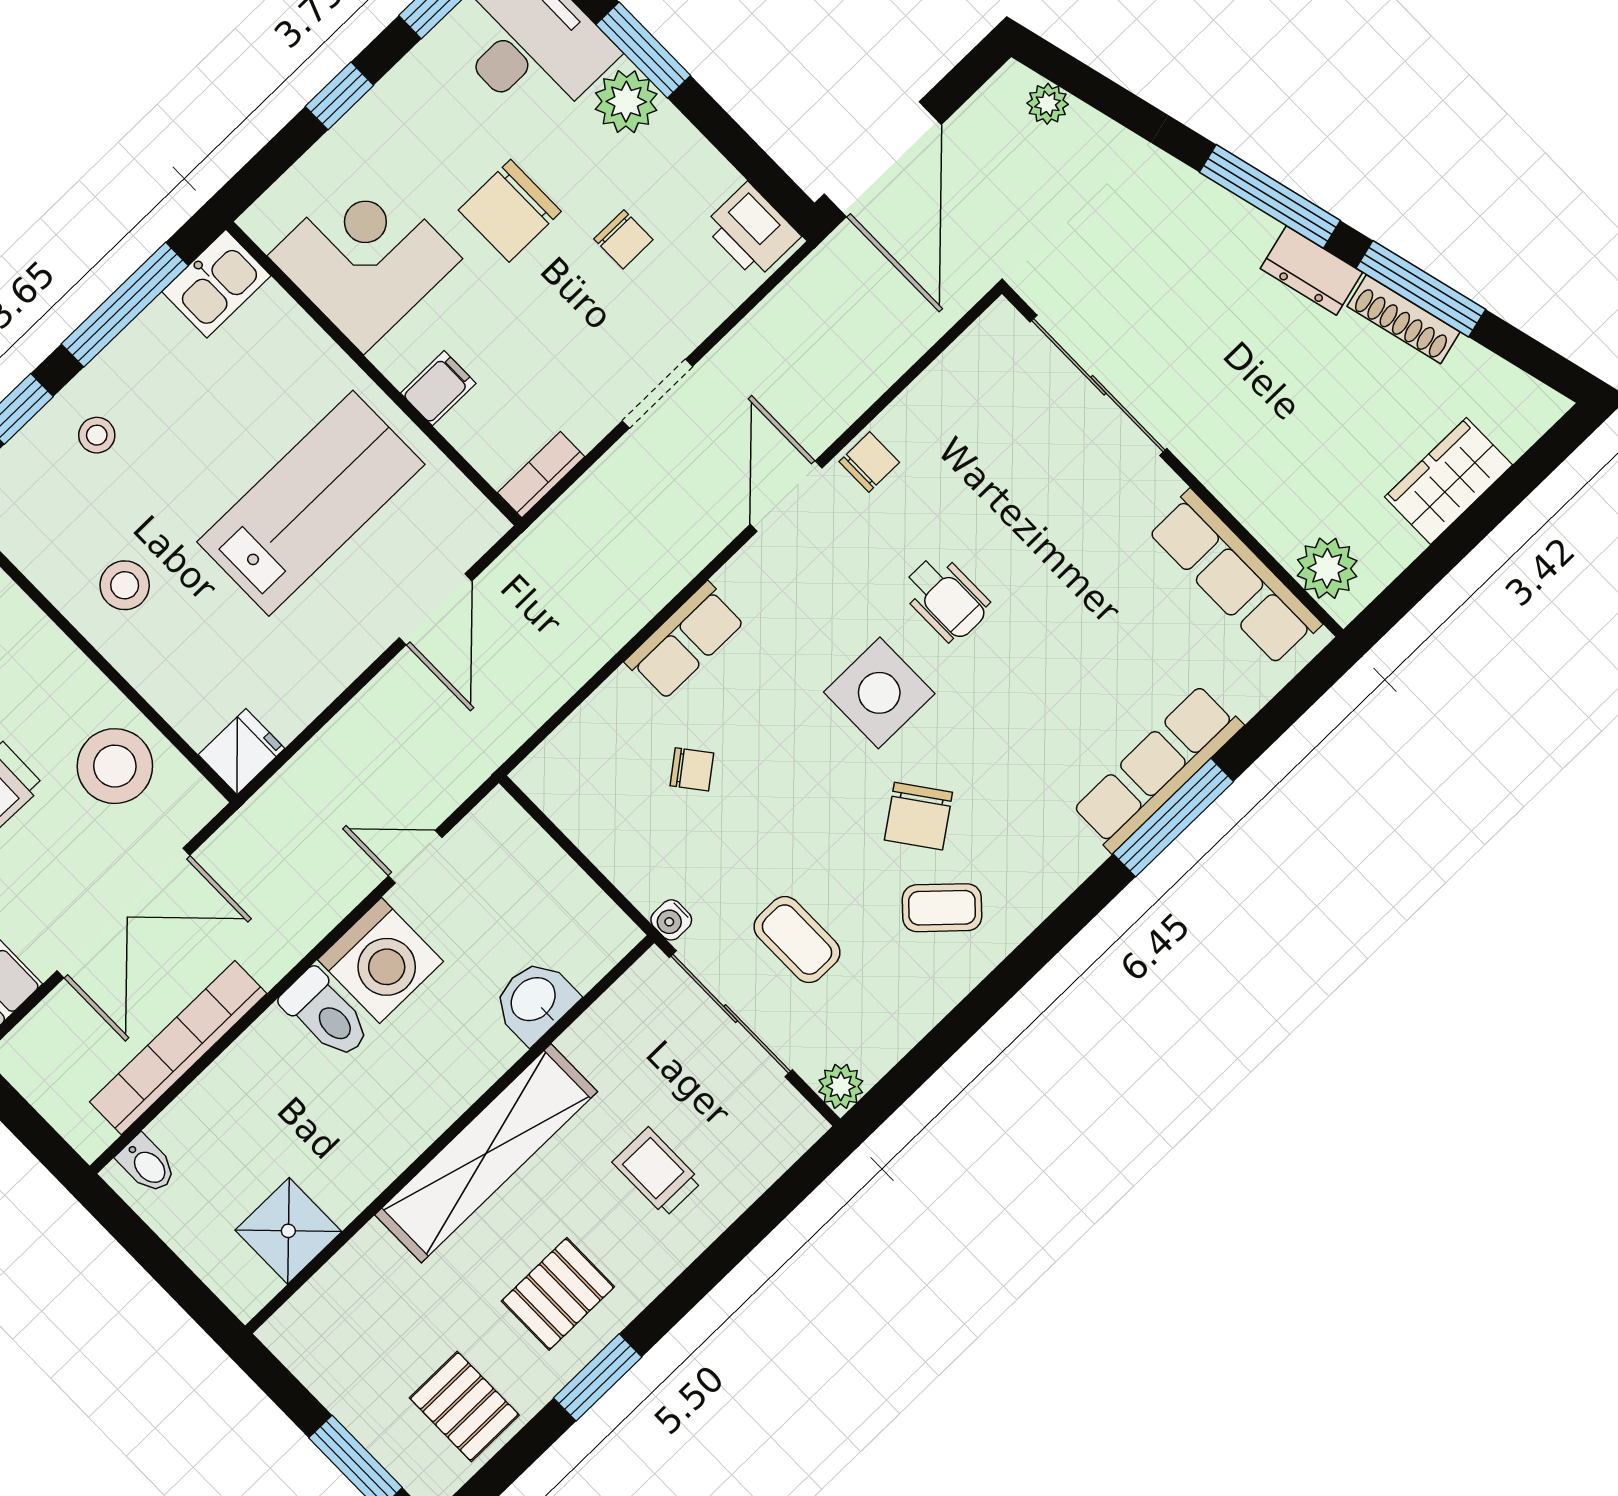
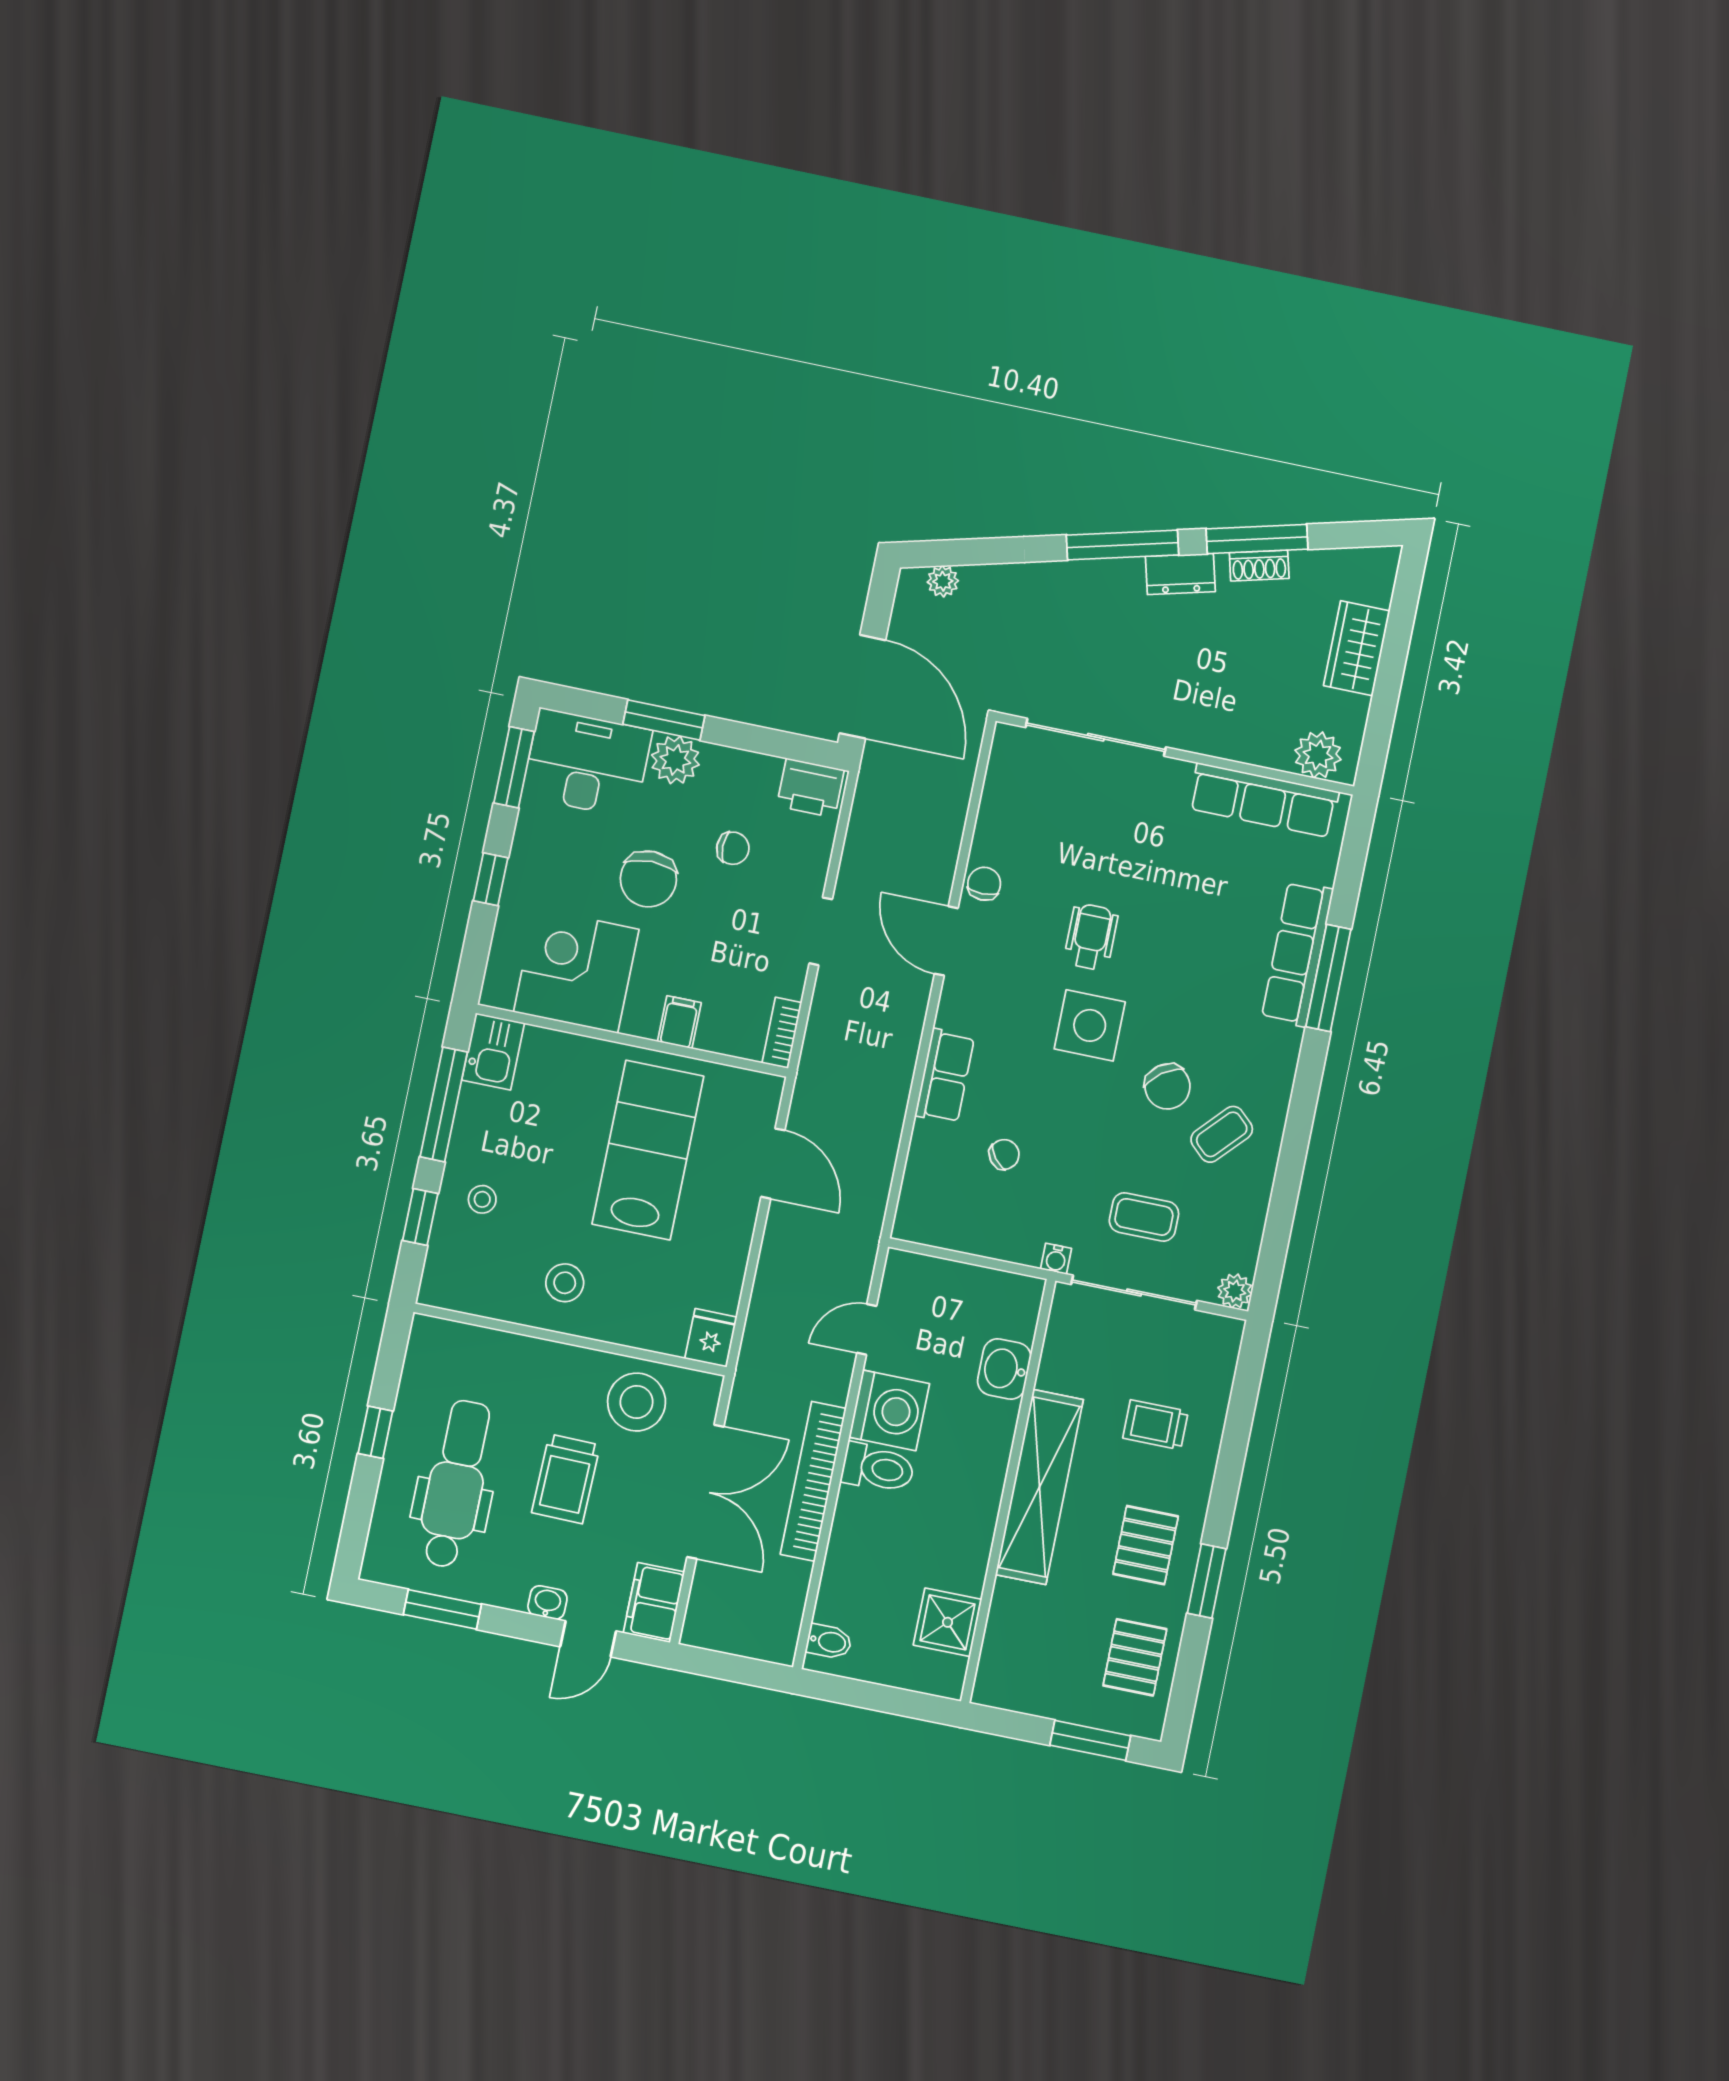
shoe rack: (1404, 319) -> (1259, 566), width x0.70
wheelchair: (946, 598) -> (1091, 937), turned -90
bookcase: (178, 1048) -> (813, 1481), moved
pallet: (464, 1406) -> (1135, 1657), turned 90

